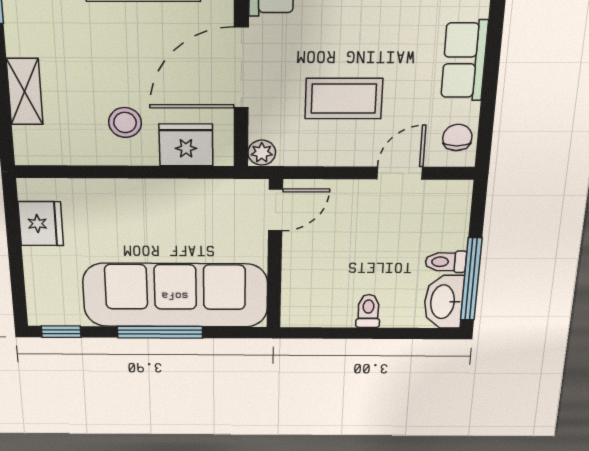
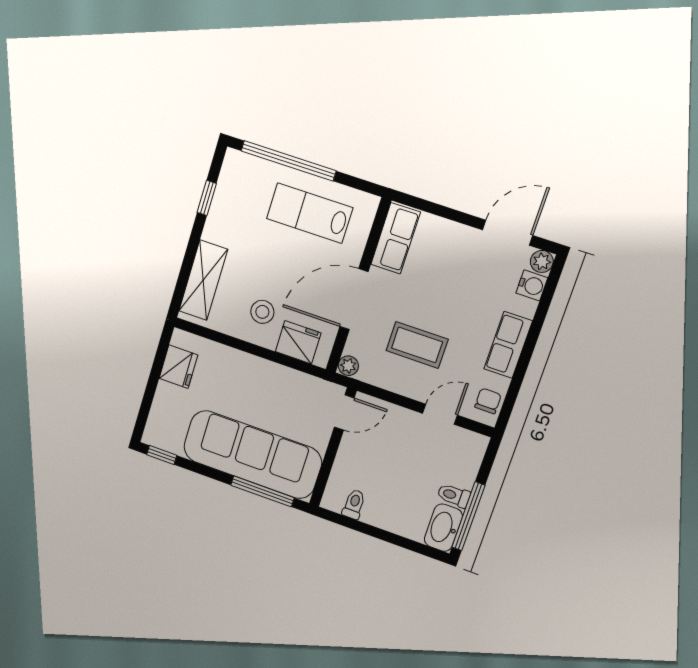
shelving: (25, 92) -> (203, 280), width x1.50, depth x1.33
toilet: (368, 311) -> (354, 504), moved
window: (160, 332) -> (262, 491), moved

